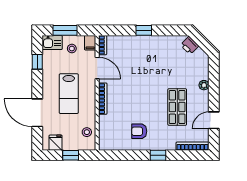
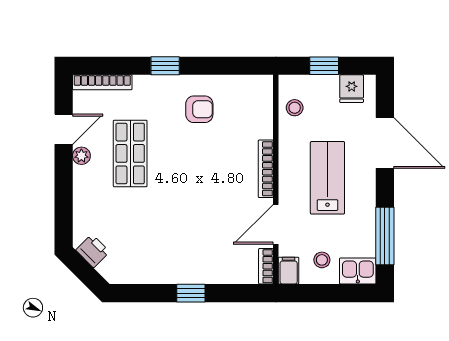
window: (65, 30) -> (334, 293), removed
printer: (190, 45) -> (93, 251), moved
window: (37, 62) -> (385, 236), width x2.17
door: (97, 68) -> (276, 224), hinge flipped
plant: (204, 85) -> (81, 156), moved

